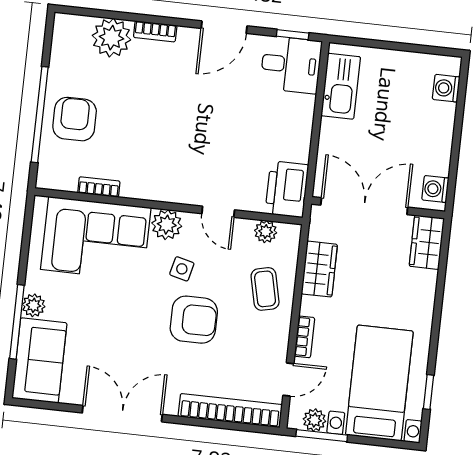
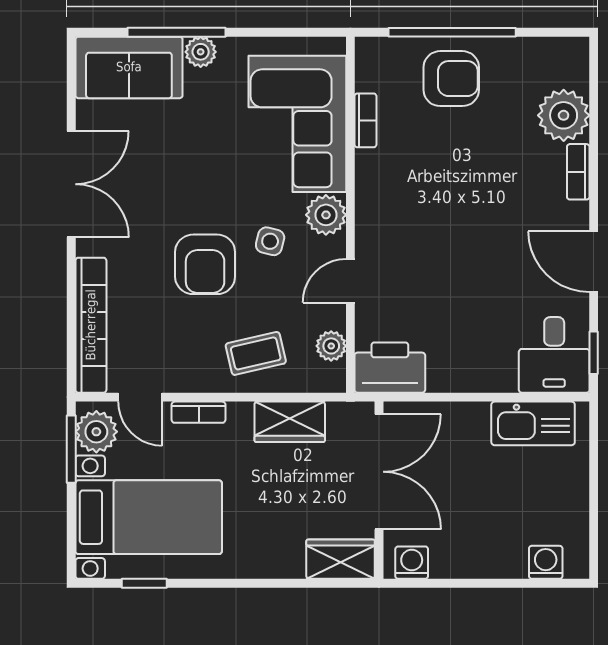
plant: (314, 420) -> (96, 432), width x1.38, depth x1.38

